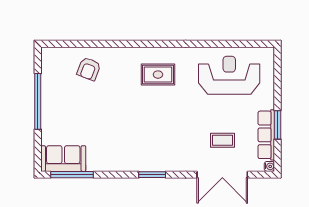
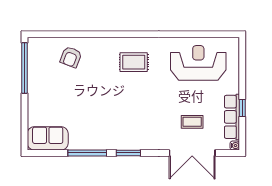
window: (38, 101) -> (25, 68), moved
window: (278, 125) -> (242, 108), width x0.67
window: (72, 175) -> (87, 153), moved

